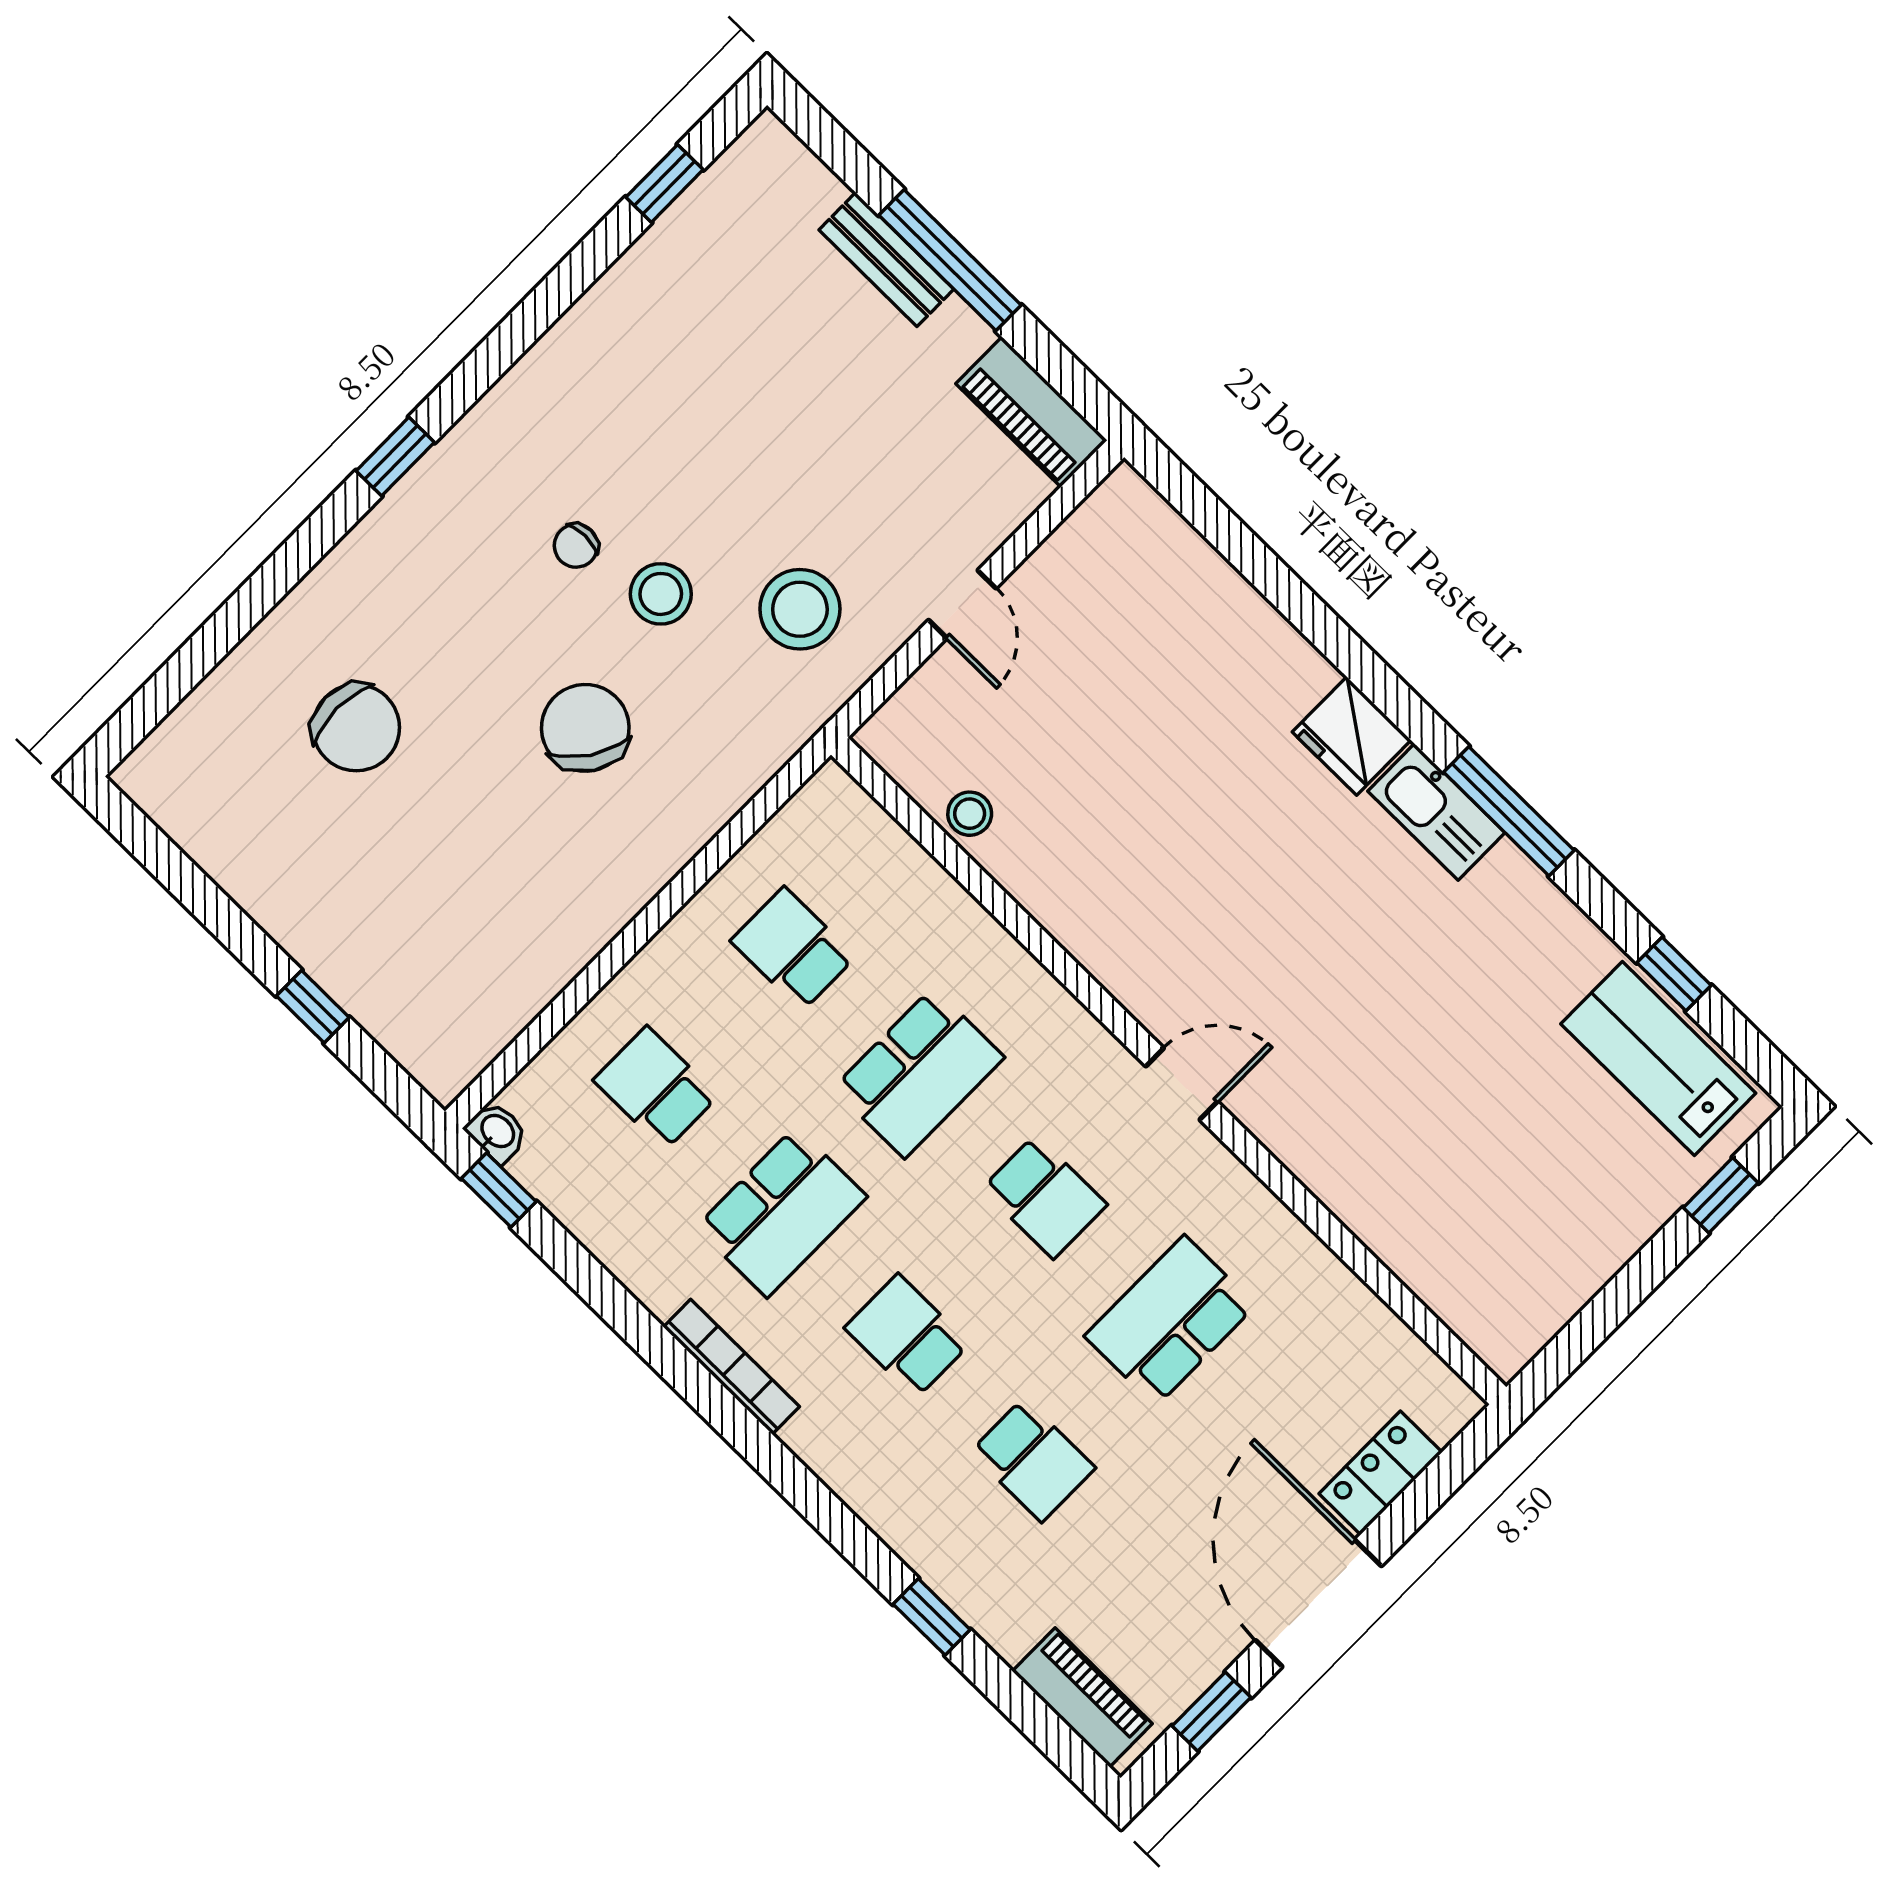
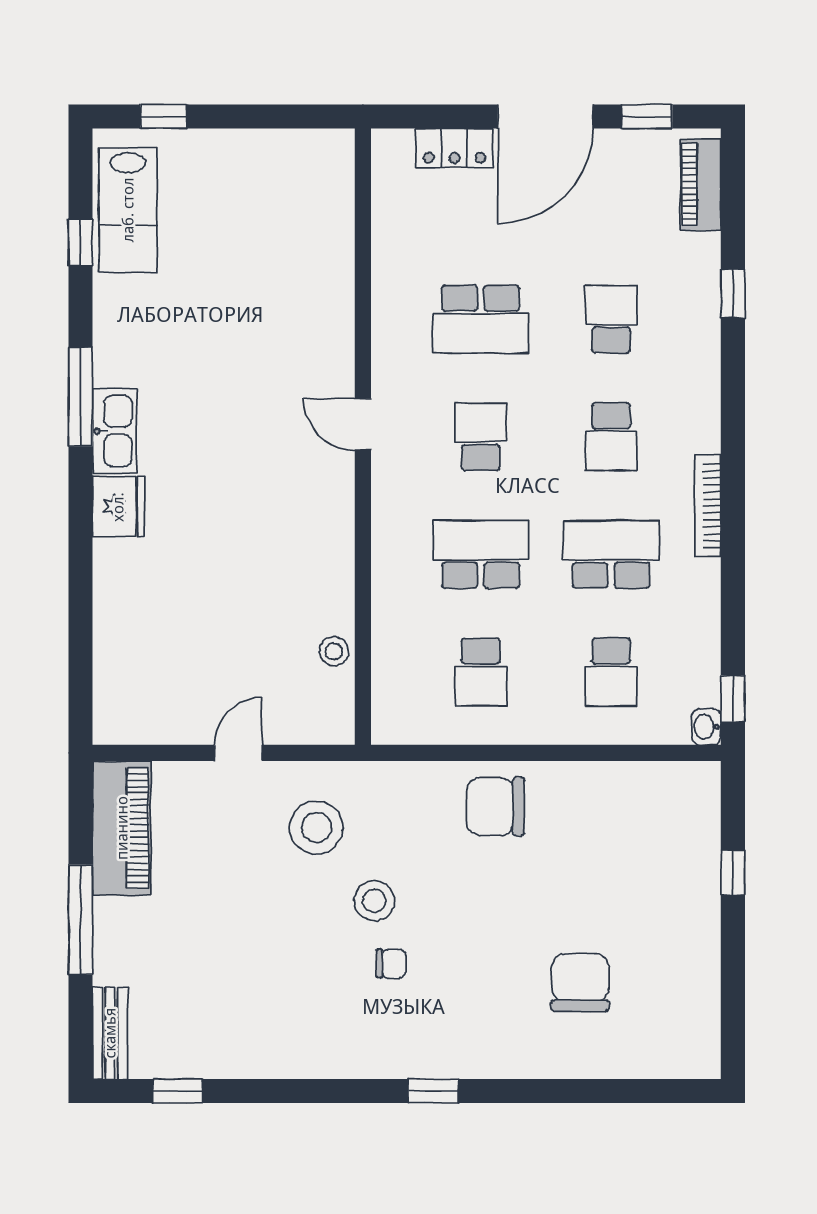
bench: (886, 259) -> (110, 1033), moved
piano: (1031, 412) -> (122, 828), width x1.37, depth x1.33
chair: (585, 728) -> (495, 806), moved, turned 56

